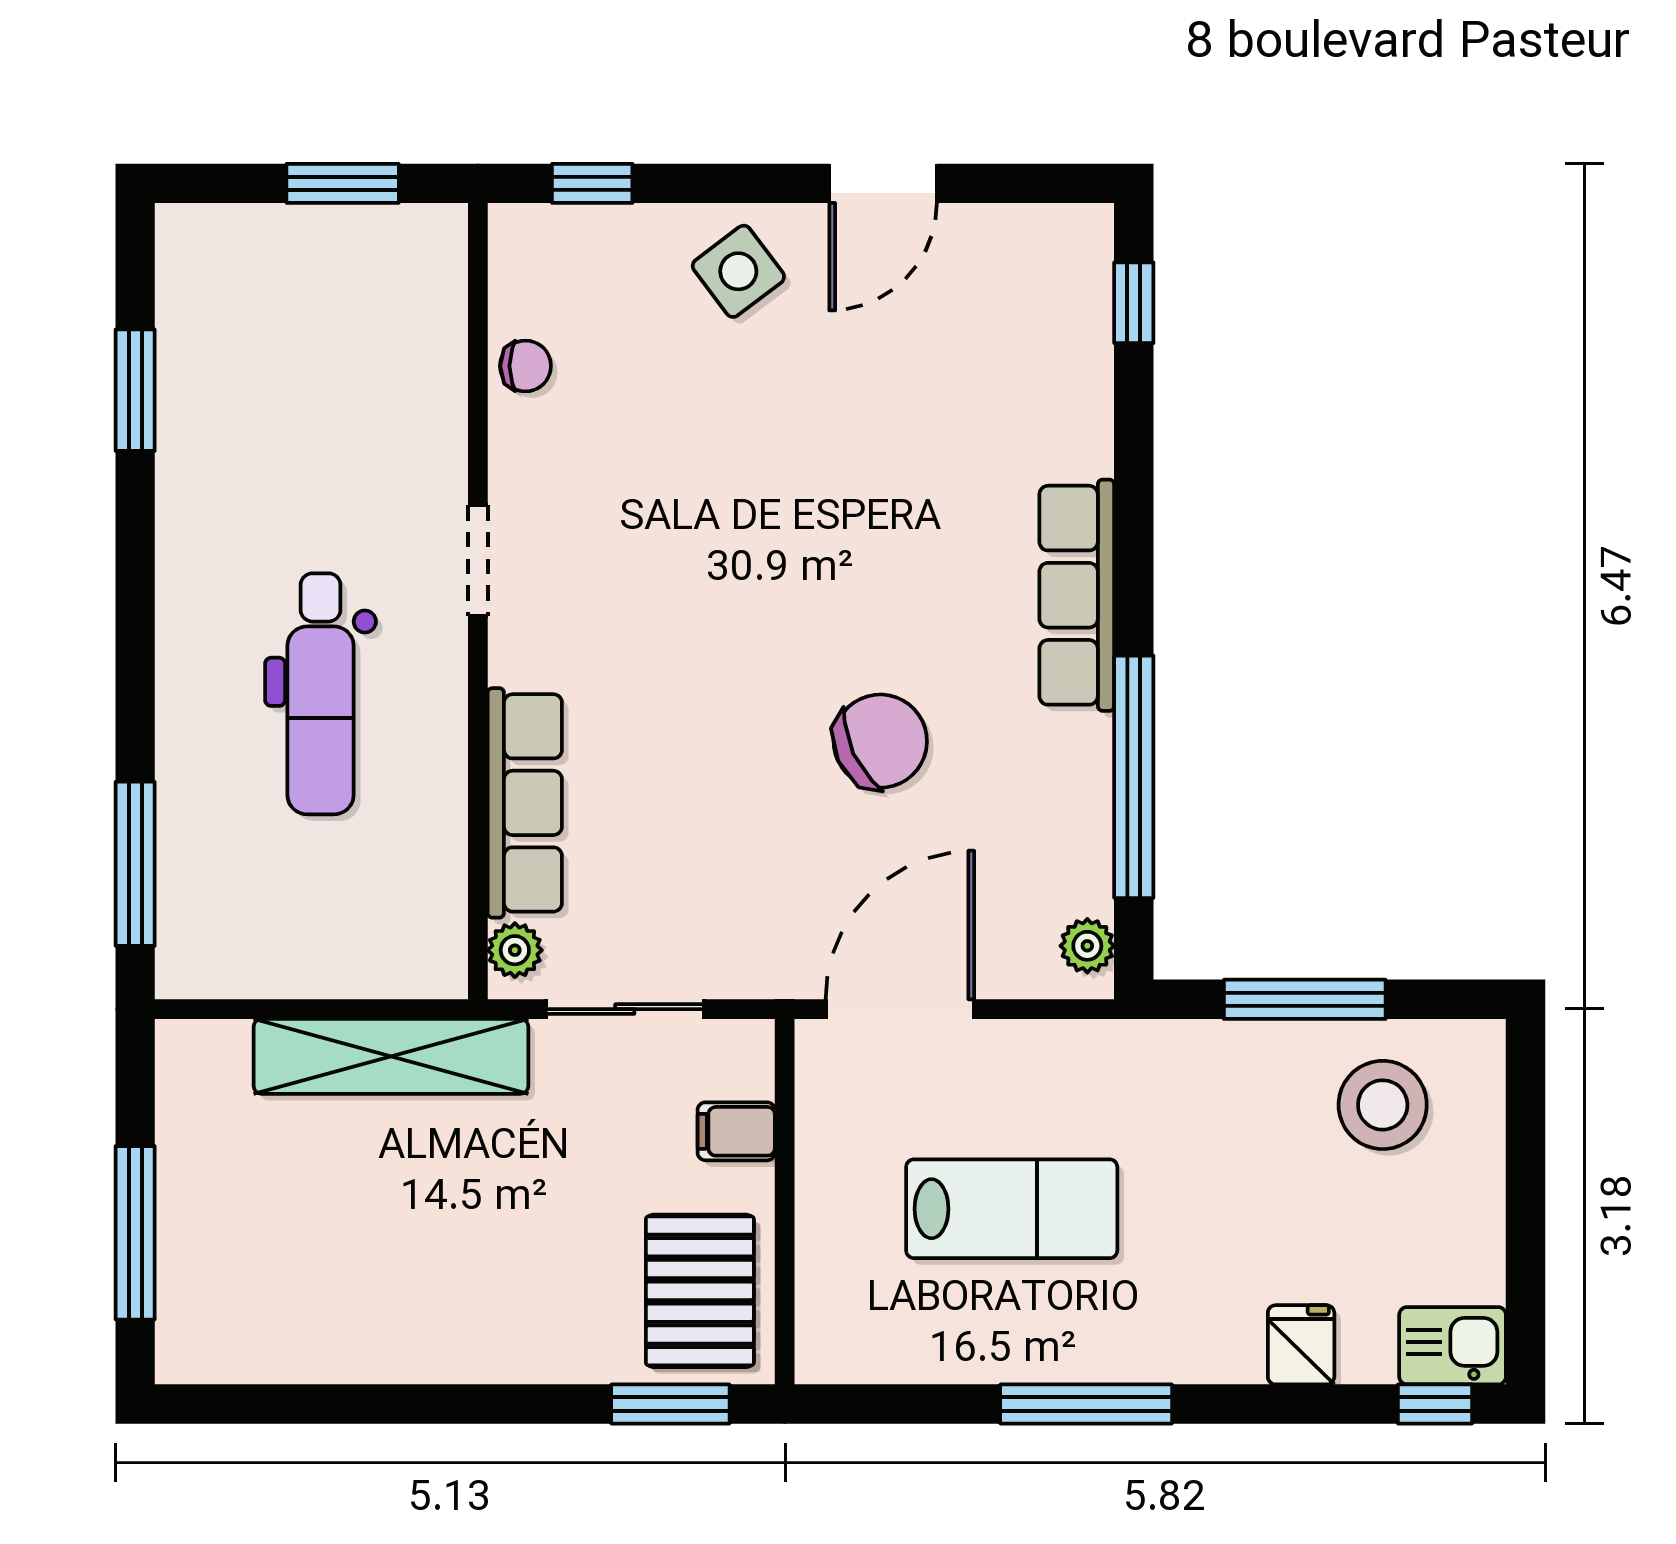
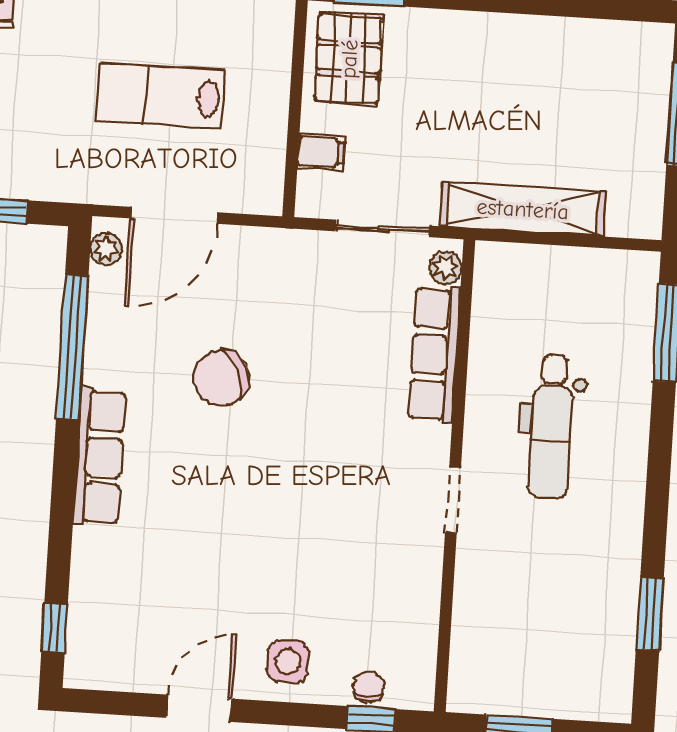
side table: (738, 271) -> (288, 662), turned 37
chair: (526, 366) -> (369, 687), moved, turned 90
dental chair: (321, 694) -> (551, 427), turned 180
door: (900, 1009) -> (175, 215), moved

